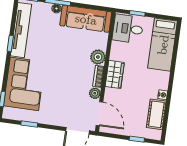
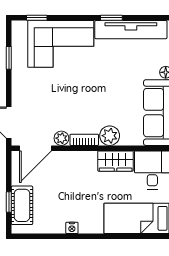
wardrobe: (115, 74) -> (116, 161), moved
cot: (156, 114) -> (22, 205), moved, turned 90

